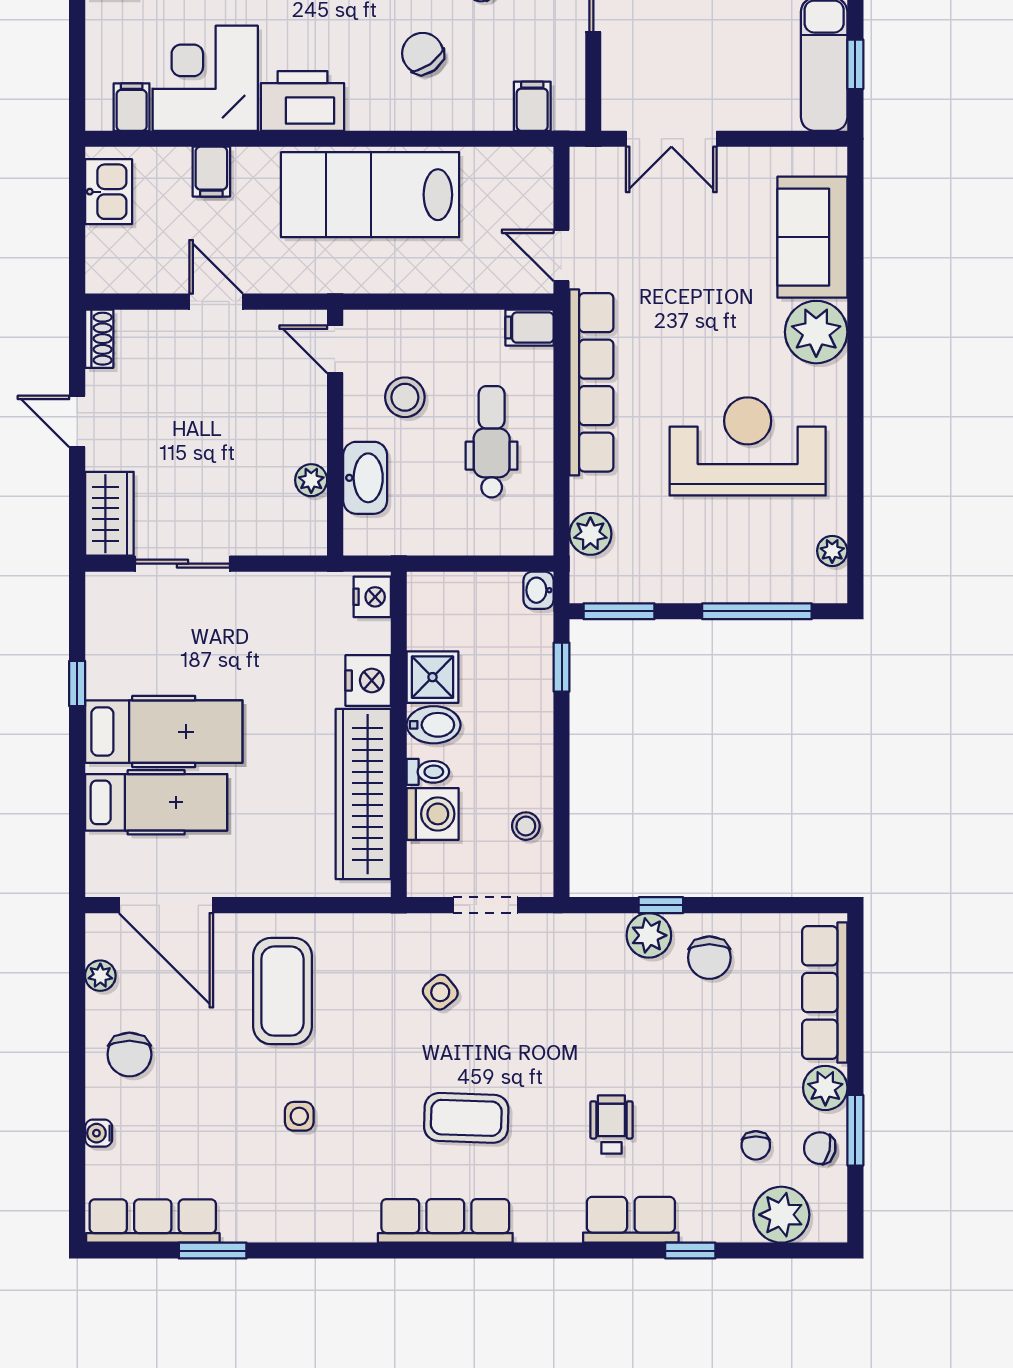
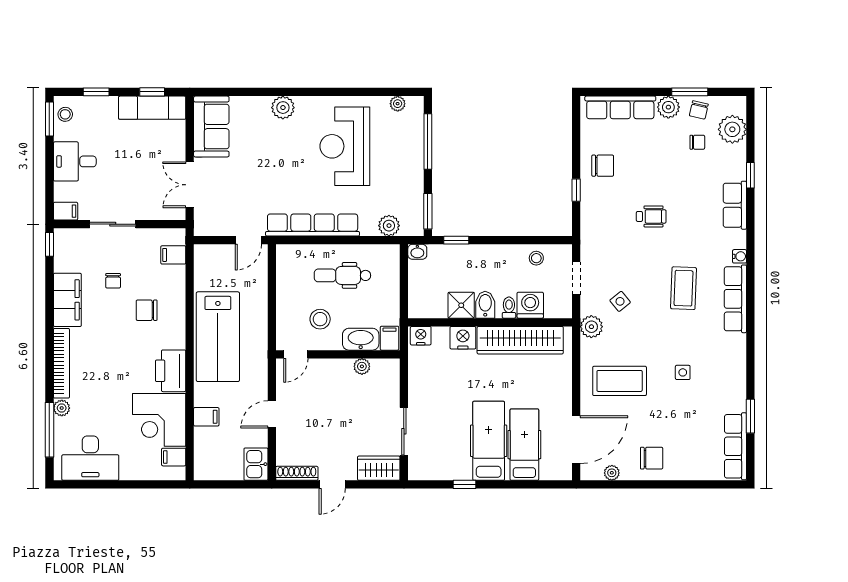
chair: (423, 53) -> (147, 310), turned 36
double door: (671, 139) -> (190, 185), swing flipped
kitchen sink: (109, 192) -> (256, 464), moved, turned -90
sofa: (812, 237) -> (211, 127), moved, turned -90
filing cabinet: (529, 328) -> (390, 338), moved, turned 180
plant: (816, 332) -> (283, 108), width x0.73, depth x0.73
shoe rack: (99, 339) -> (297, 473), width x1.43
plant: (649, 935) -> (591, 327), moved
wheelchair: (611, 1125) -> (651, 216), moved, turned 180
water cooler: (99, 1133) -> (740, 256), moved, turned -90

